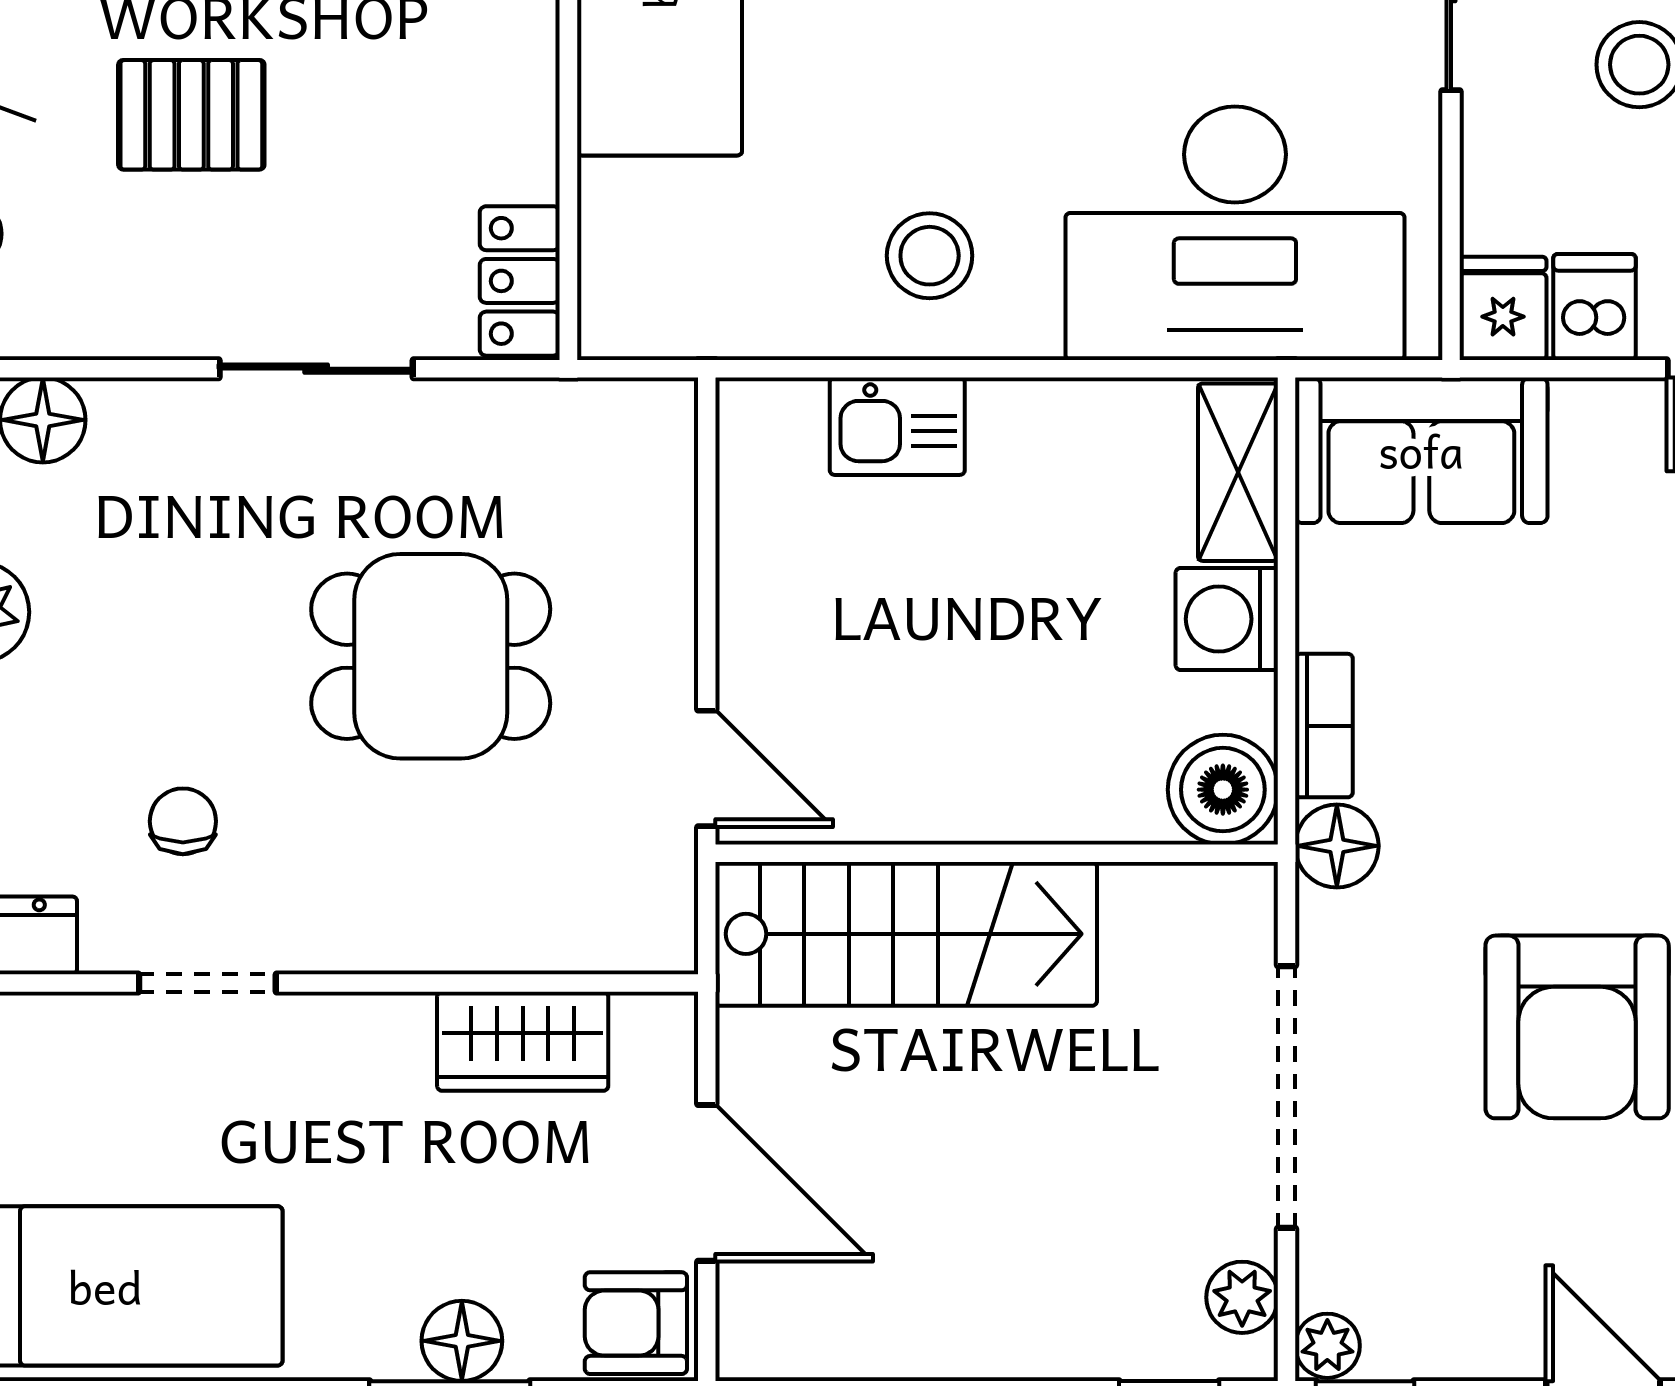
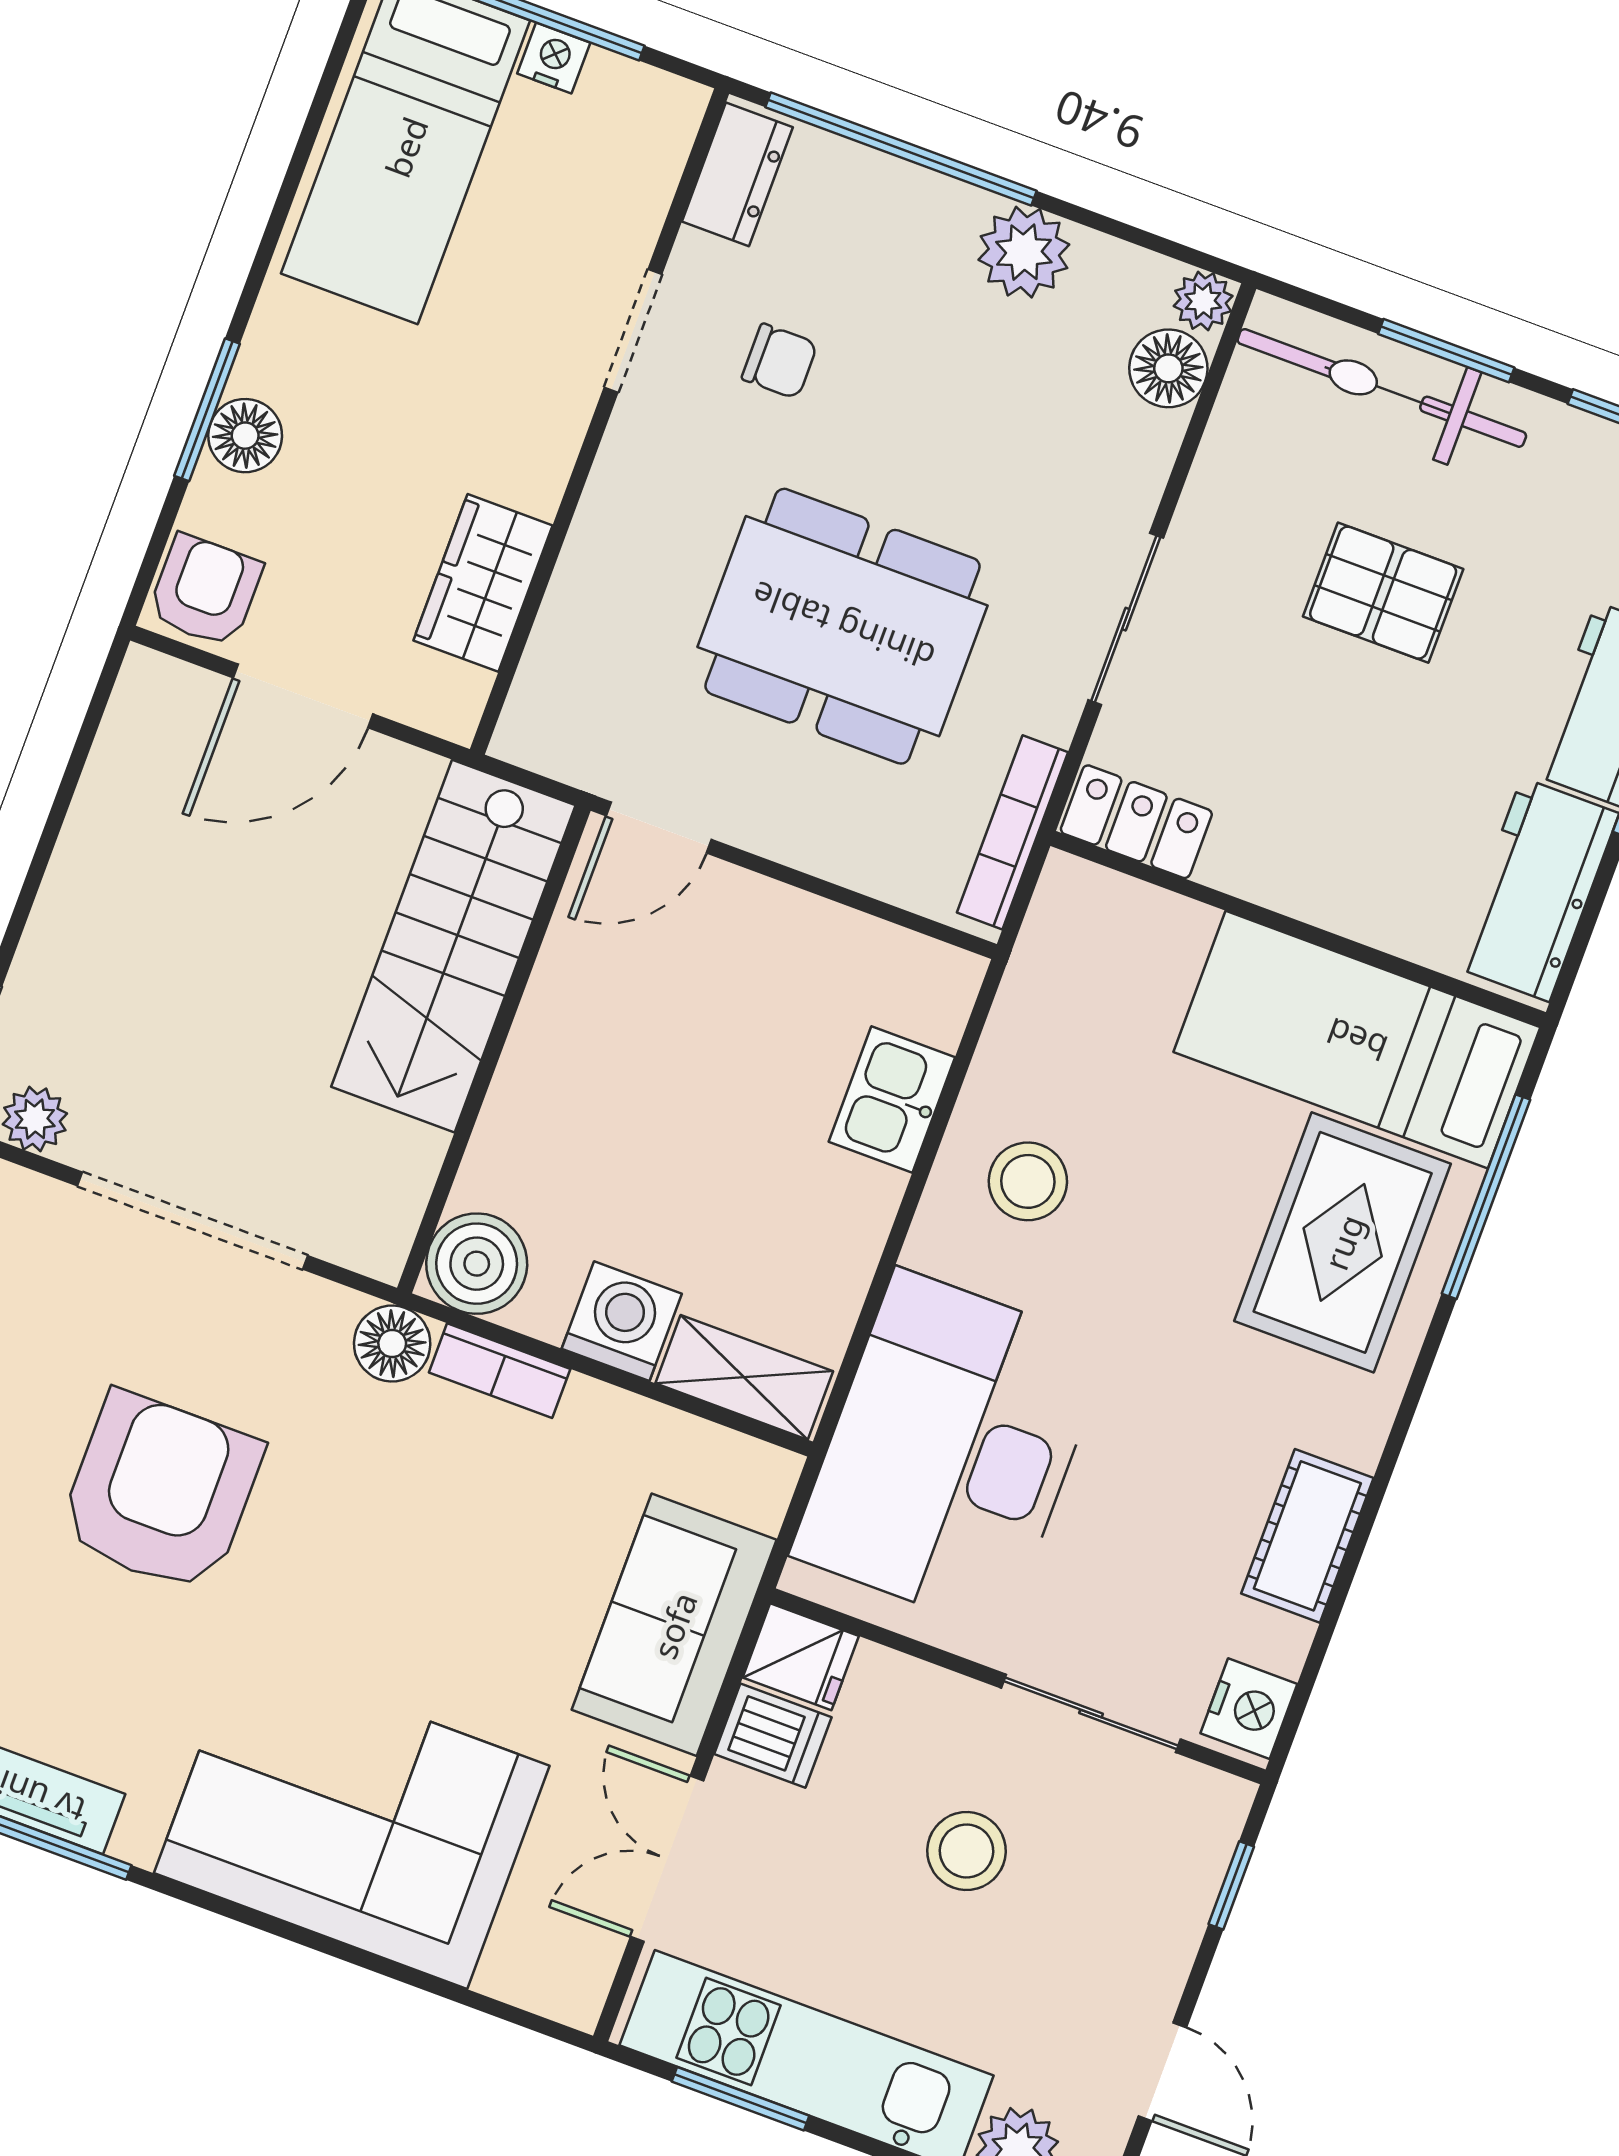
pallet: (191, 115) -> (1383, 593), turned 90
bookcase: (578, 404) -> (1013, 832), added
sofa: (1421, 450) -> (674, 1625), moved
dining table: (431, 656) -> (843, 626), width x1.38
armchair: (1577, 1027) -> (161, 1492), turned 90

